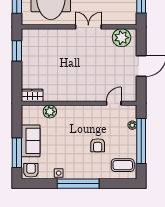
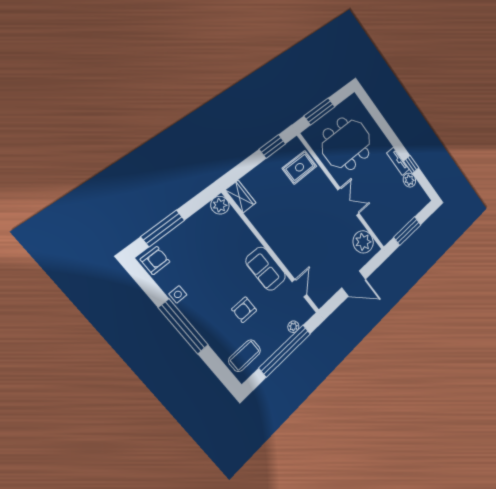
rug: (42, 43) -> (300, 167), added
door: (114, 103) -> (299, 288), hinge flipped
plant: (50, 112) -> (220, 205), moved
sofa: (31, 141) -> (266, 269), moved, turned 90
coffee table: (123, 165) -> (245, 356), turned 90

